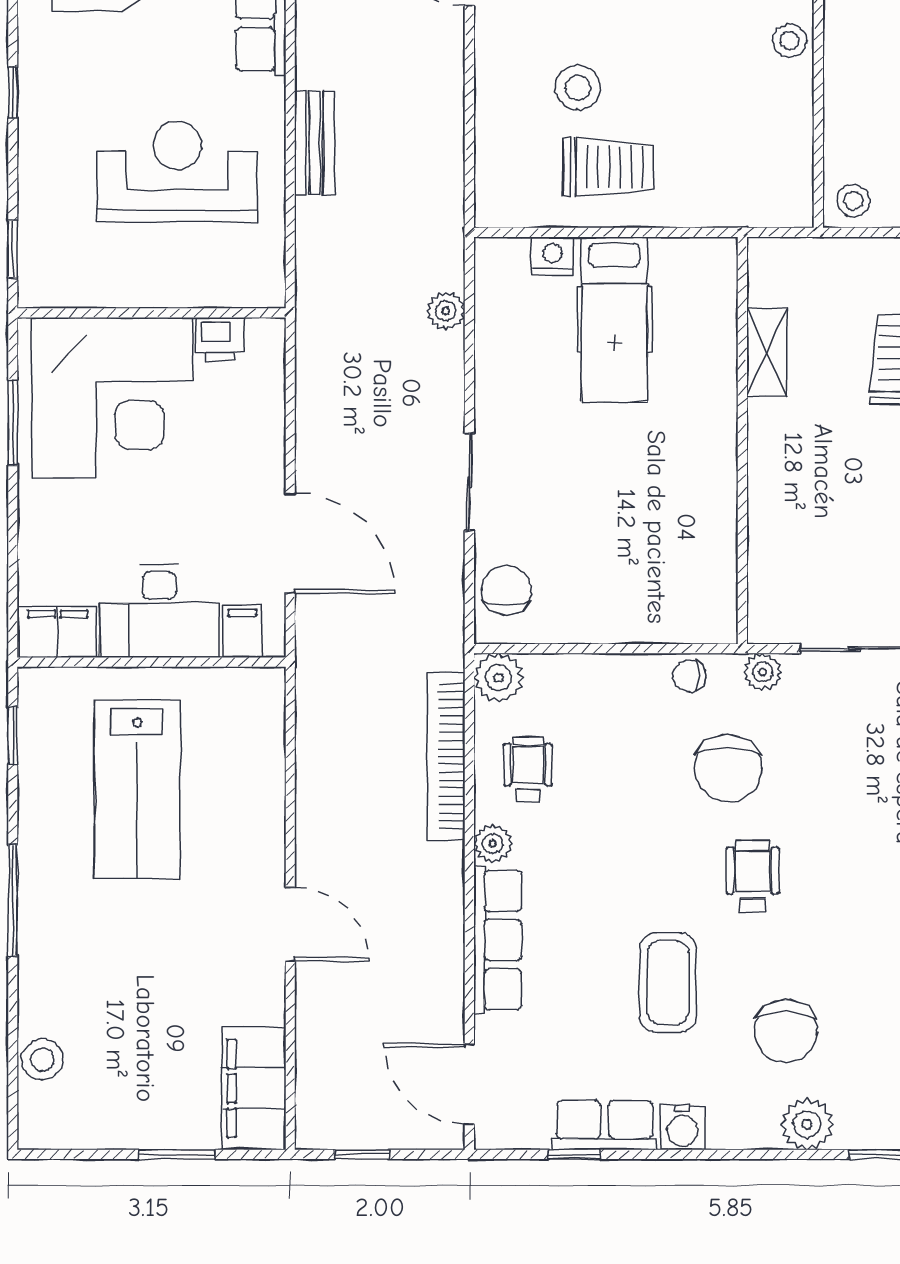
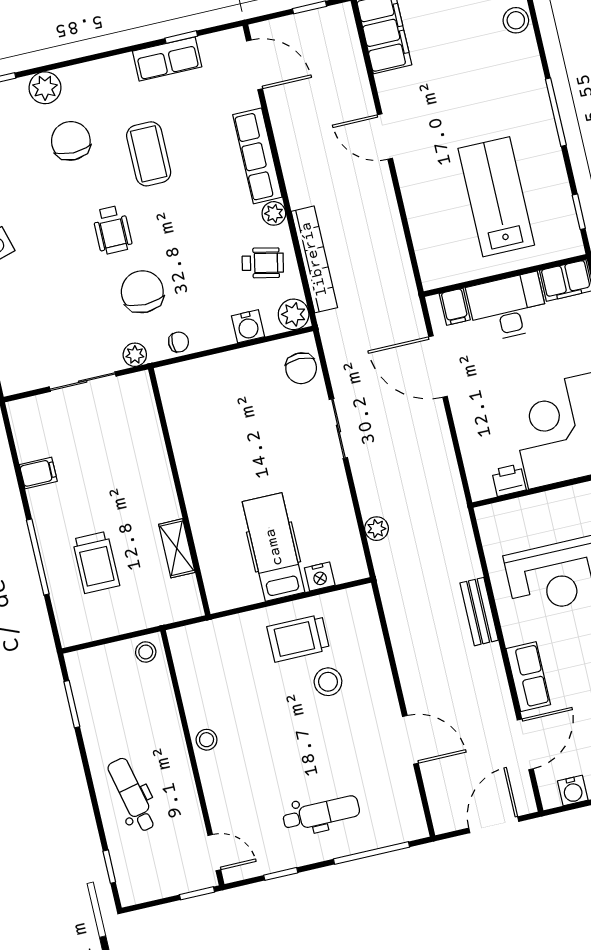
wheelchair: (528, 770) -> (263, 263), turned -78
water cooler: (682, 1127) -> (248, 326), moved, turned 180

